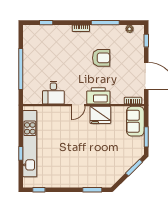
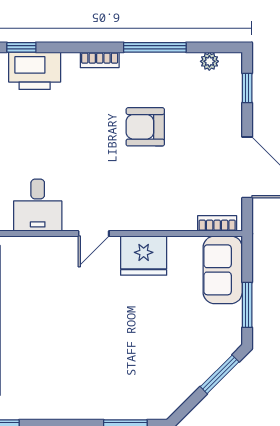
armchair: (101, 58) -> (145, 127), turned 180
printer: (98, 96) -> (35, 71), moved, turned 180

